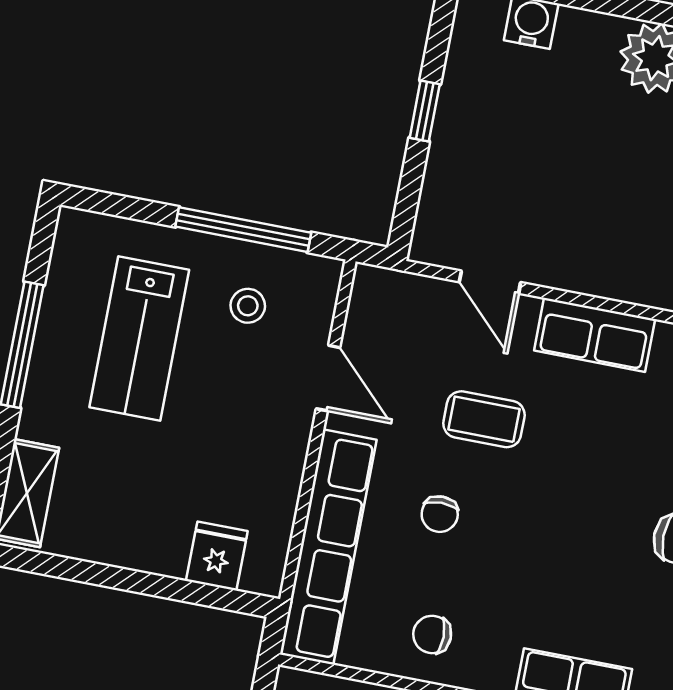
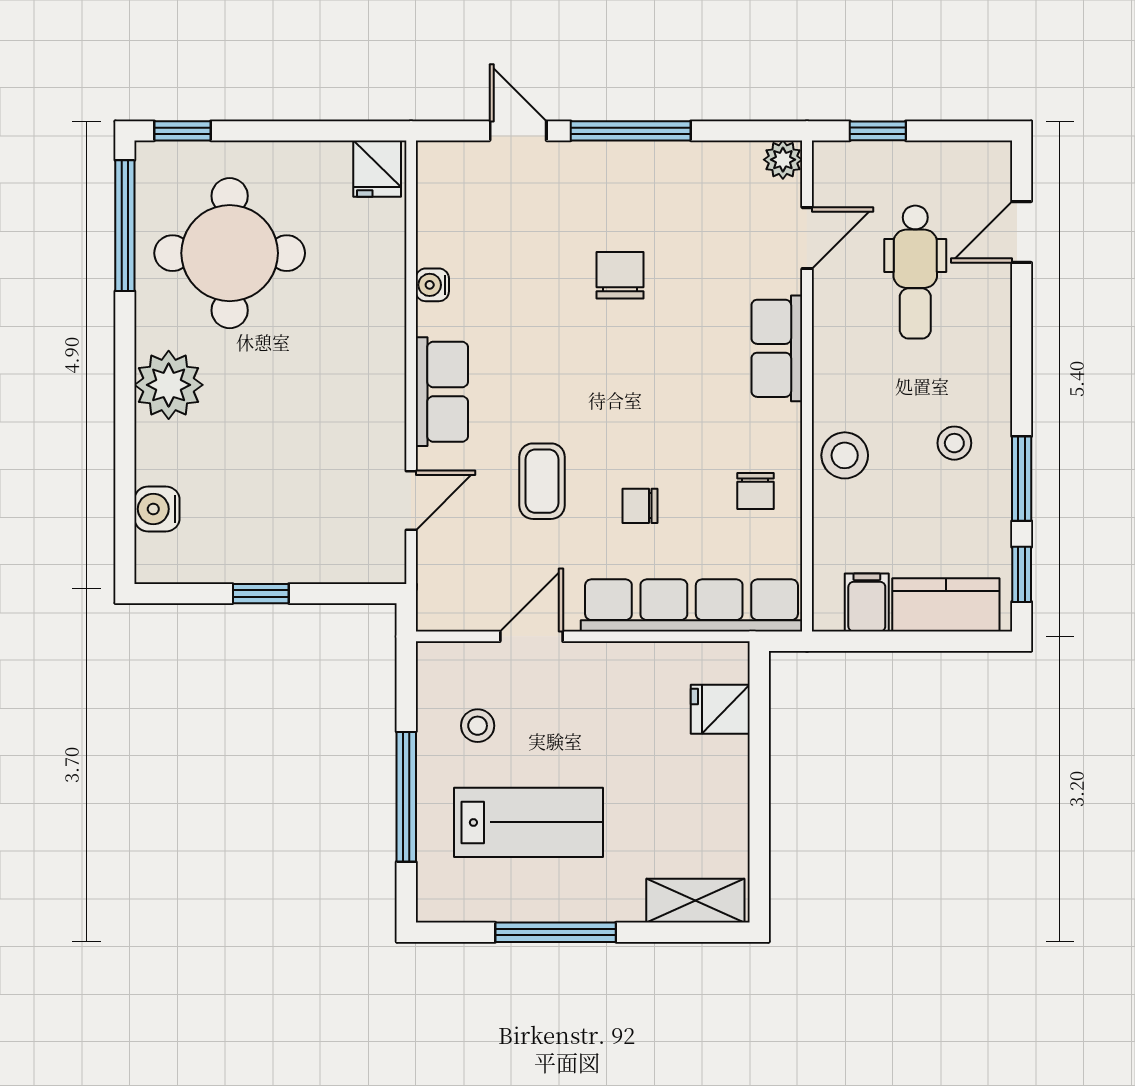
window: (243, 230) -> (406, 797), moved
chair: (440, 514) -> (640, 506), turned 180

